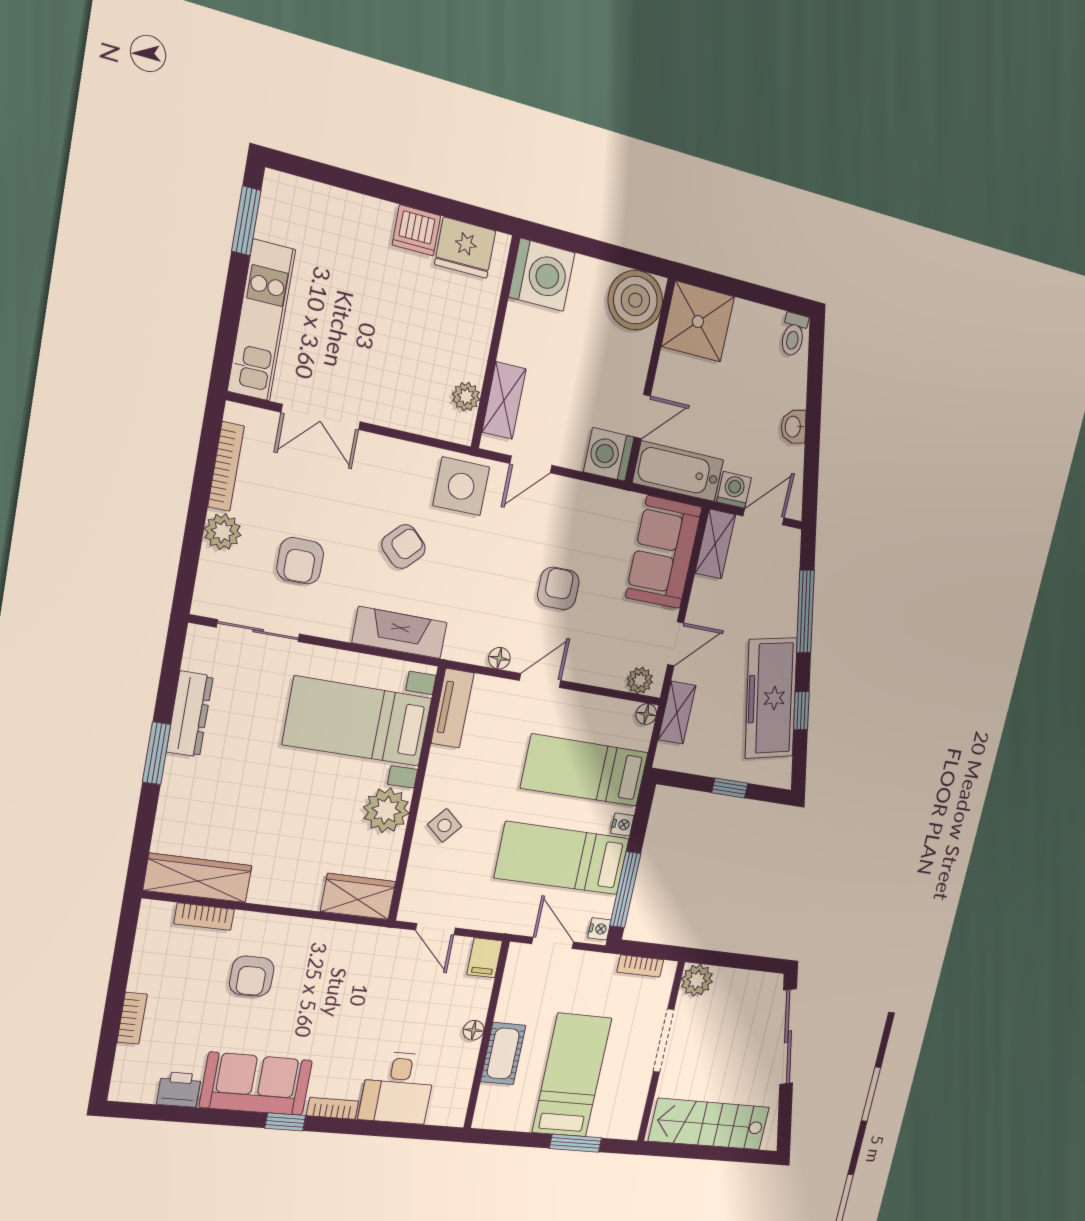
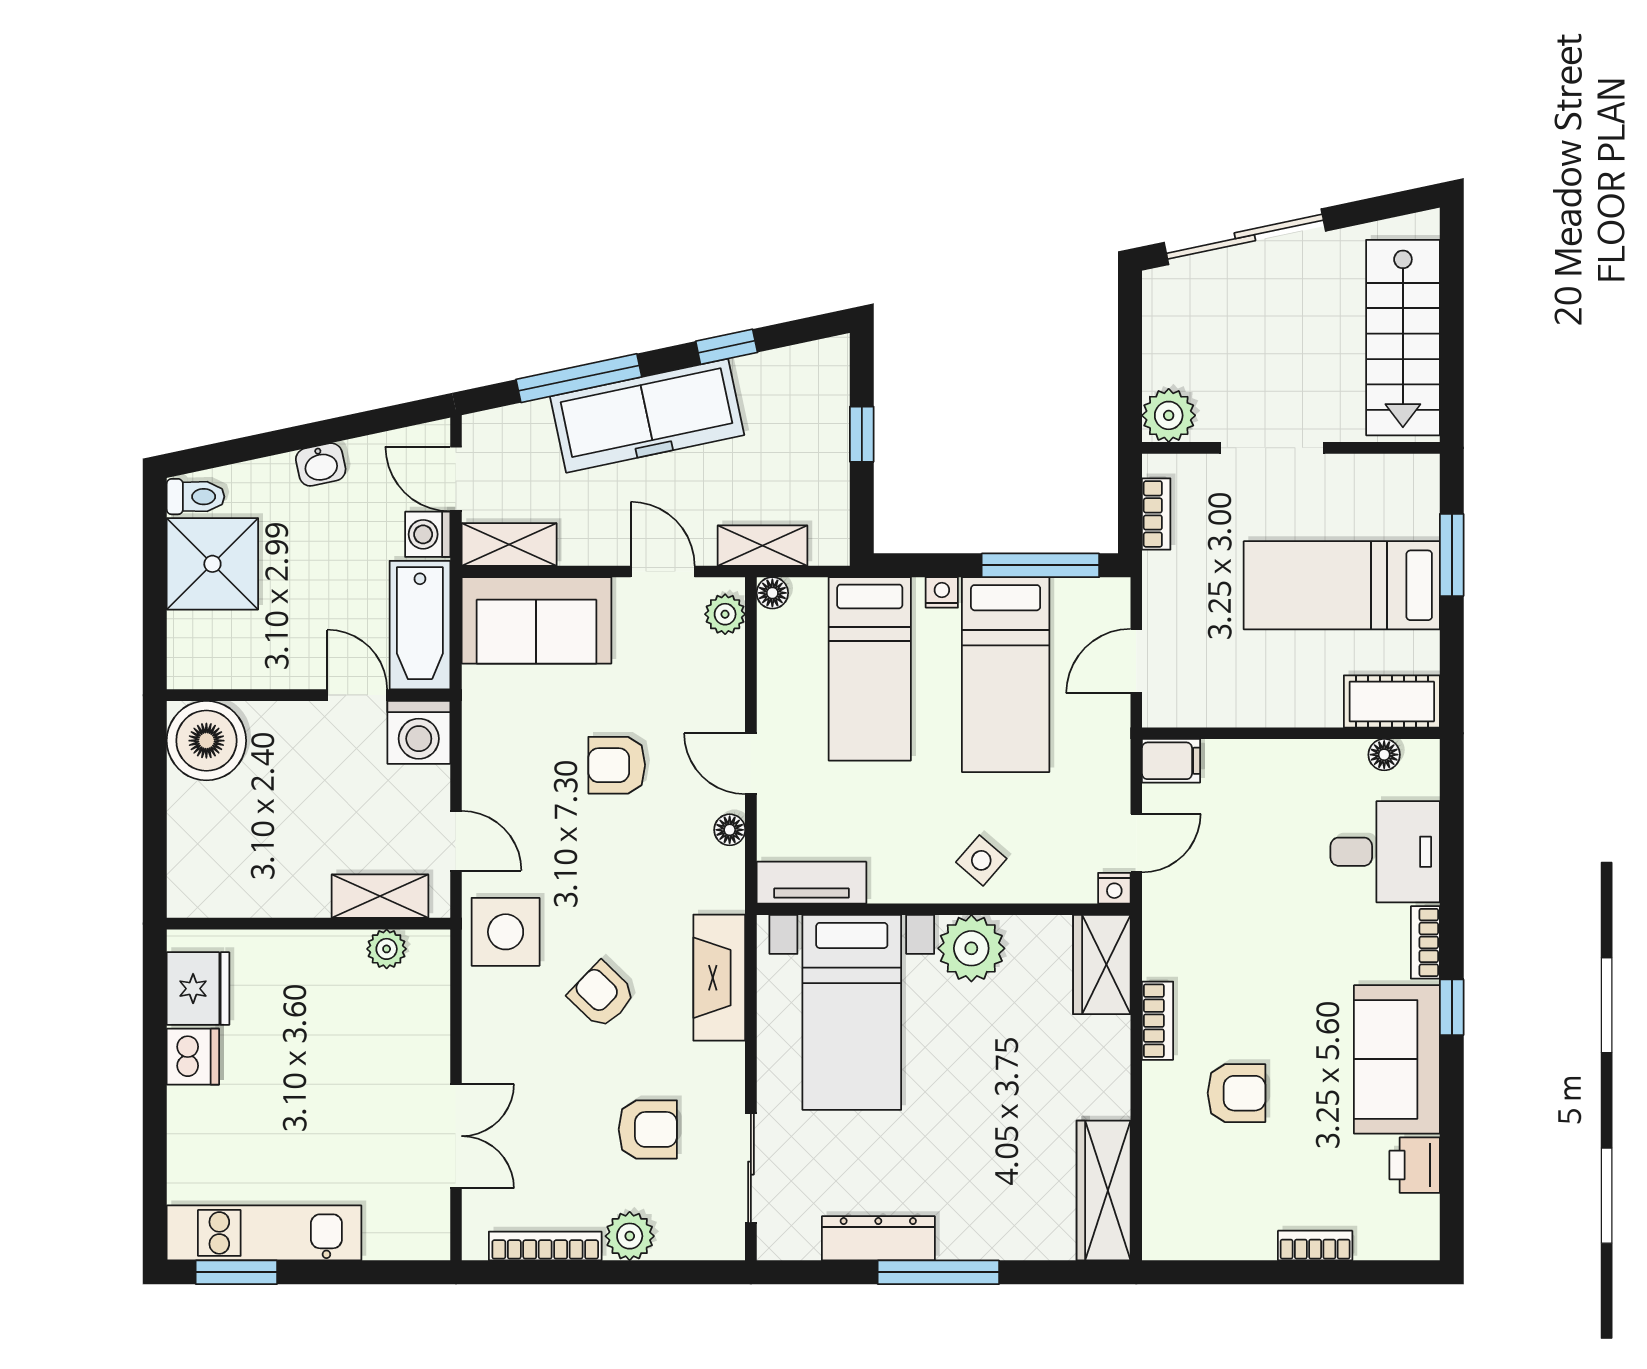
washing machine: (542, 275) -> (206, 878), removed
kitchen unit: (261, 321) -> (264, 1233), moved
shower: (698, 322) -> (212, 564), moved
freezer: (771, 698) -> (647, 416), moved
window: (157, 753) -> (938, 1272), width x1.44
bookcase: (204, 917) -> (1158, 1021), moved
nightstand: (599, 929) -> (1114, 888), moved, turned 180
floor lamp: (474, 1030) -> (1384, 755), moved
cot: (503, 1054) -> (1392, 701), moved

